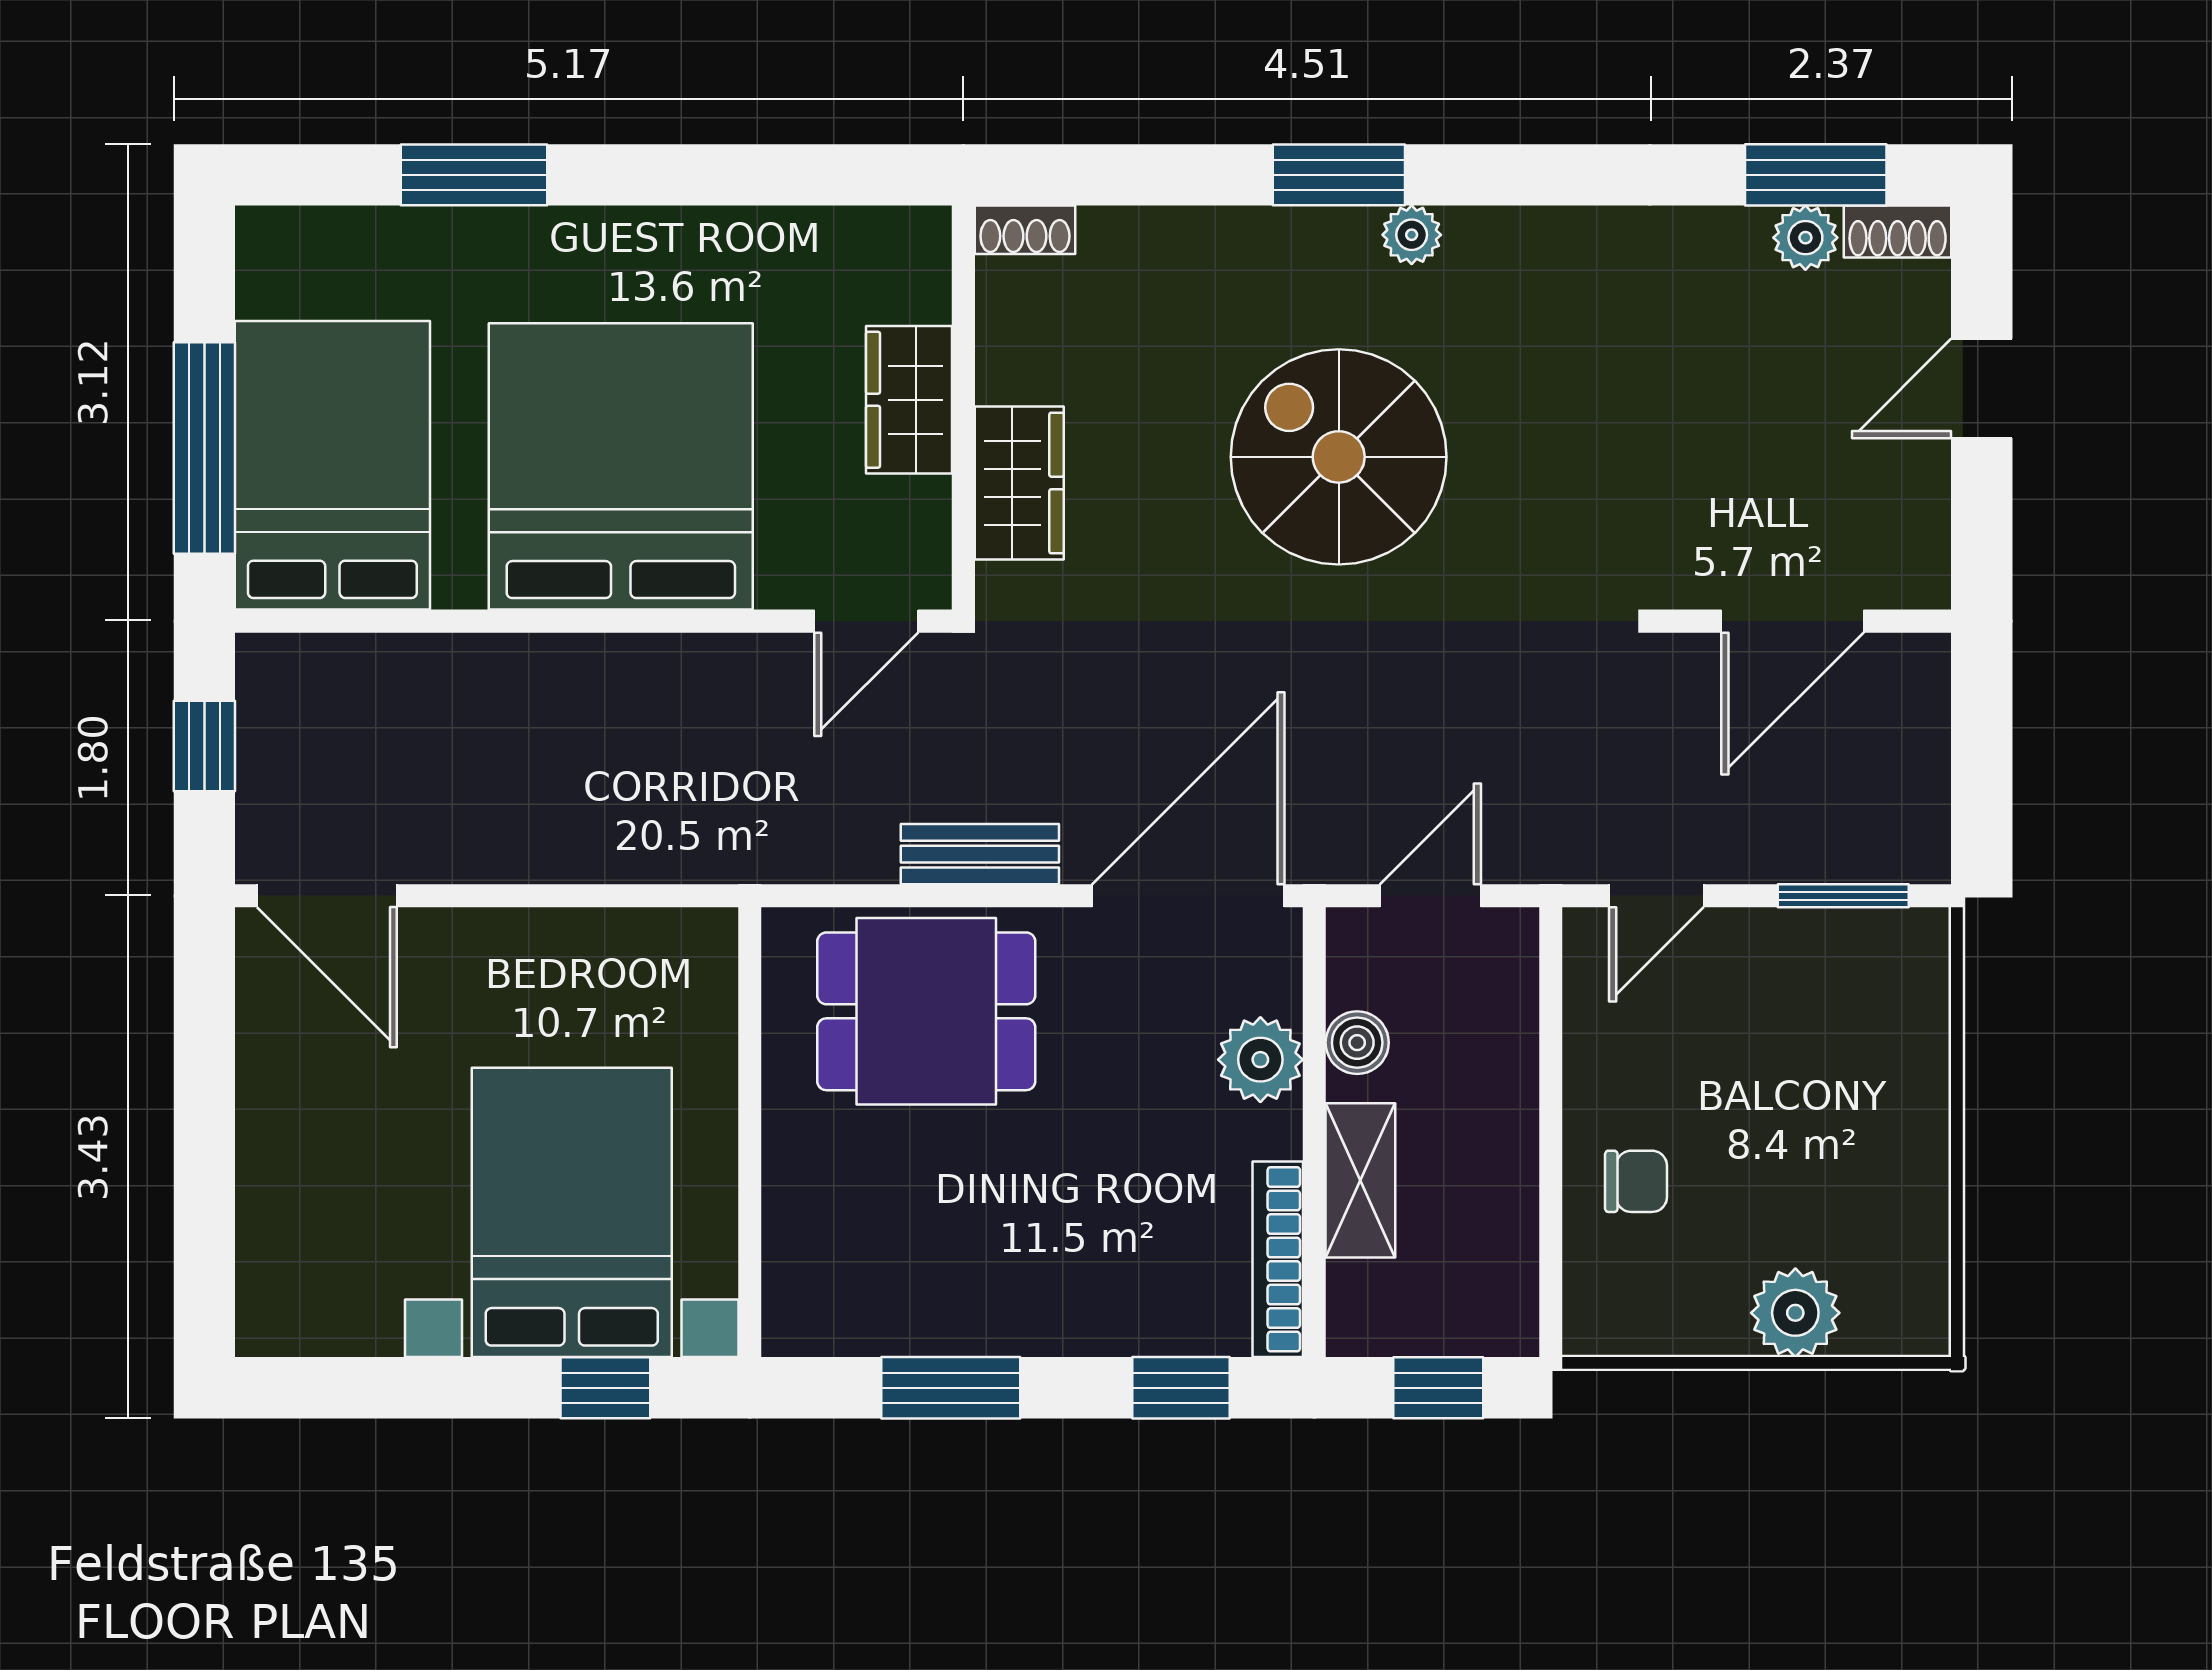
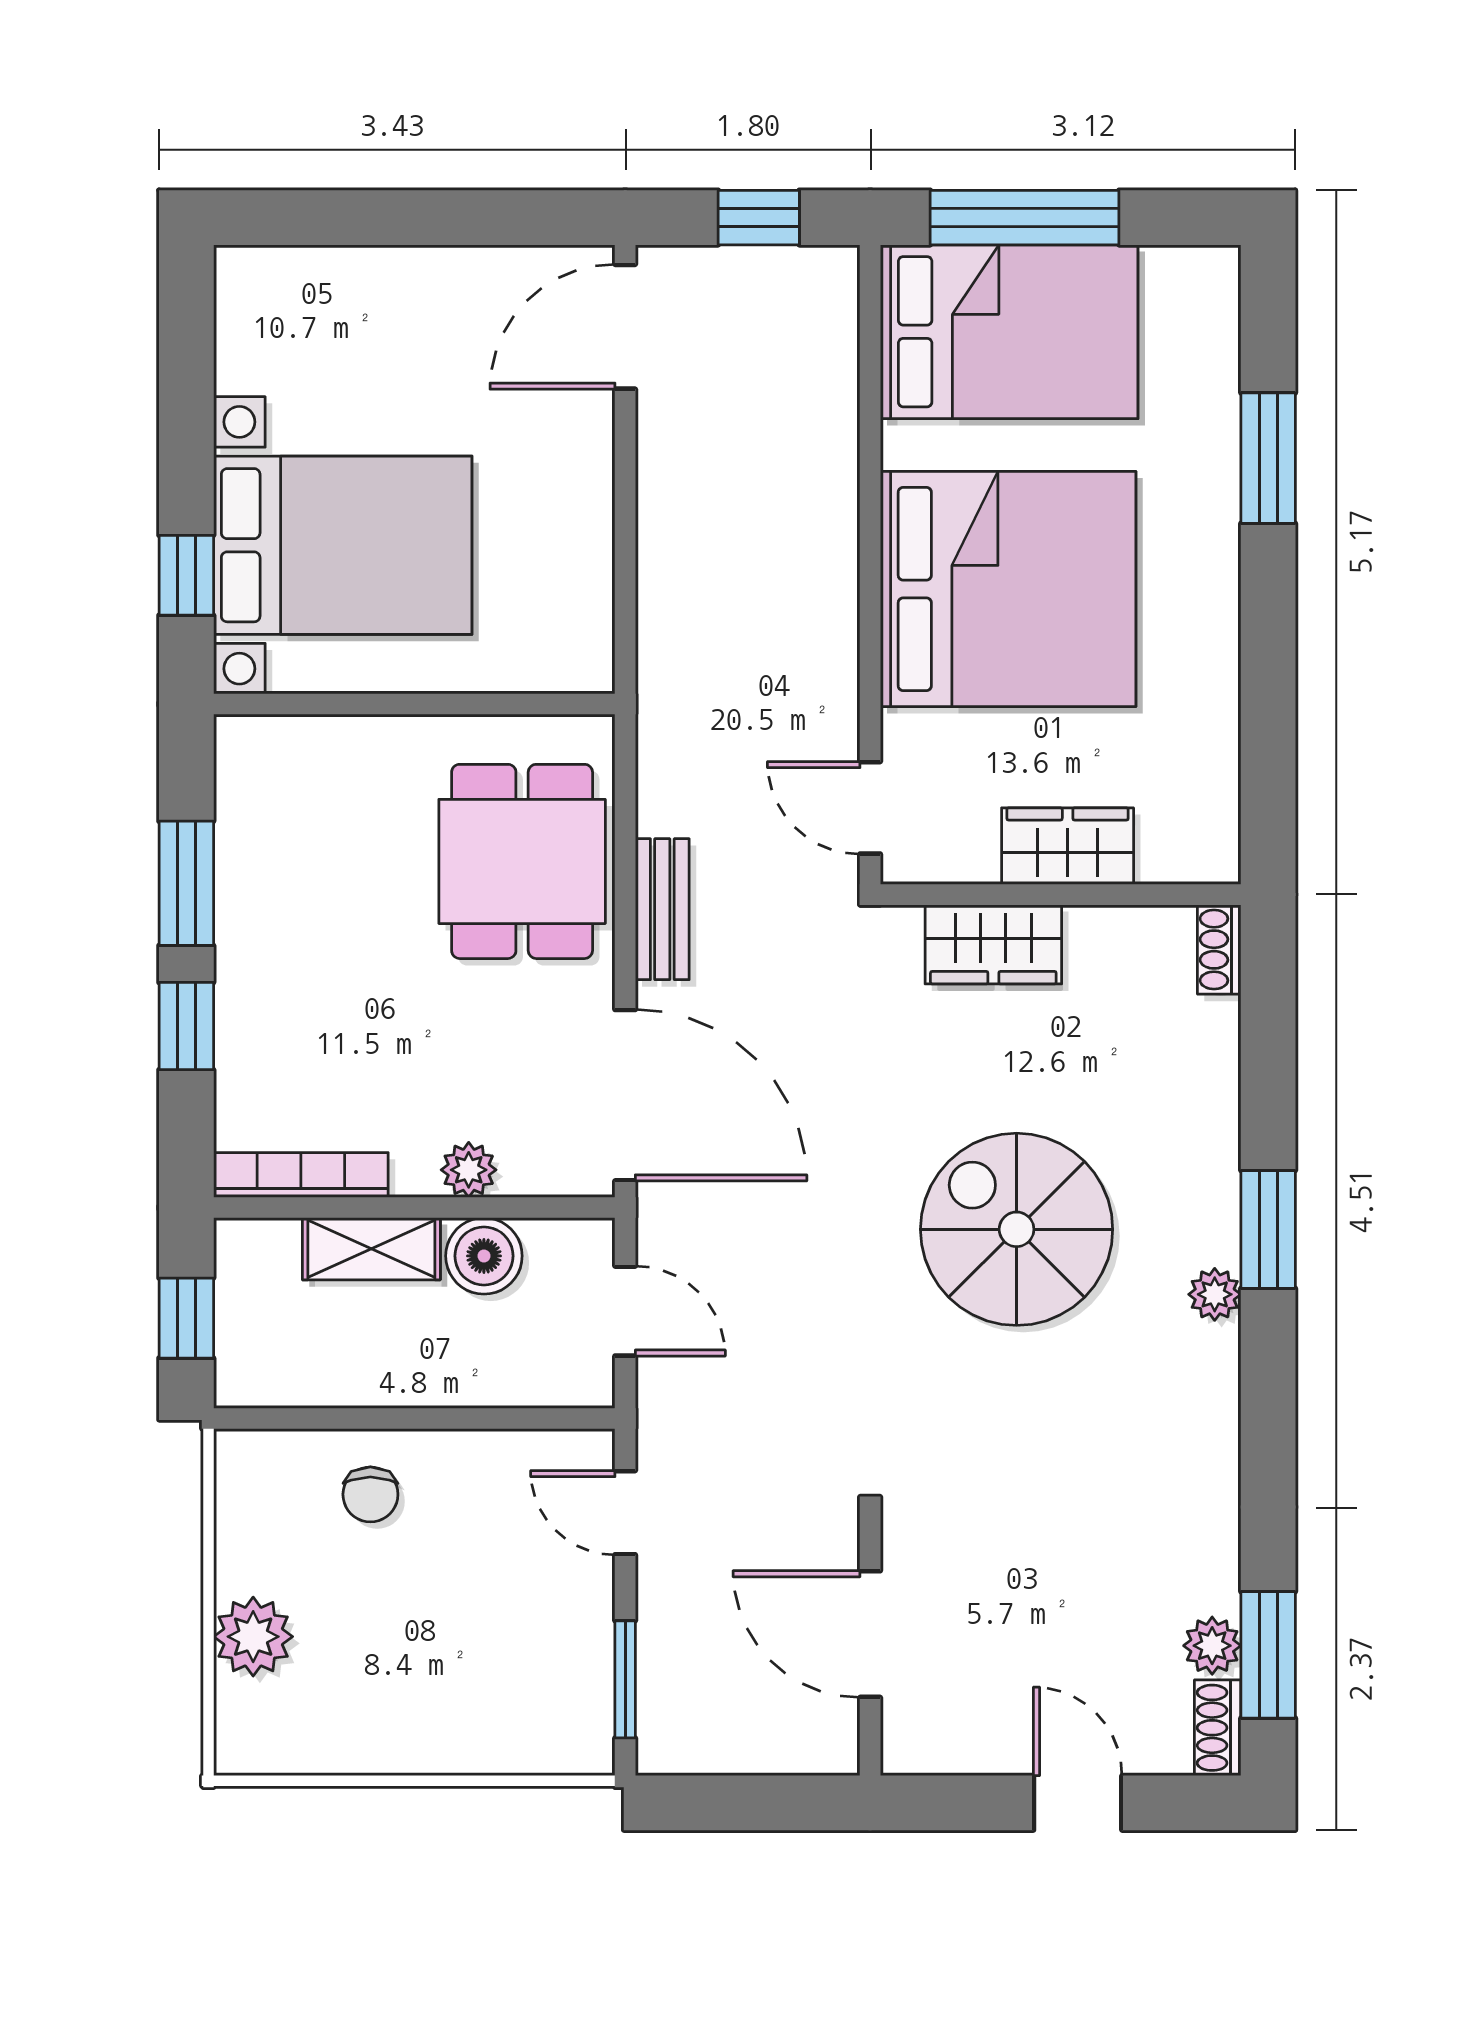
spiral stairs: (1339, 457) -> (1017, 1229), turned -90
boiler: (1357, 1043) -> (484, 1256), width x1.36, depth x1.36
plant: (1260, 1060) -> (469, 1170), width x0.73, depth x0.73
window: (1181, 1388) -> (186, 1026), moved

